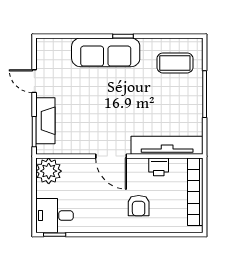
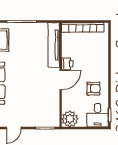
fireplace: (45, 121) -> (38, 121), removed
printer: (159, 167) -> (67, 64), moved
armchair: (139, 206) -> (93, 89), moved

